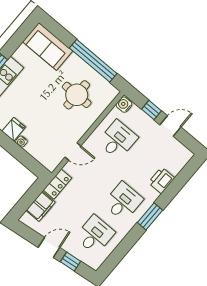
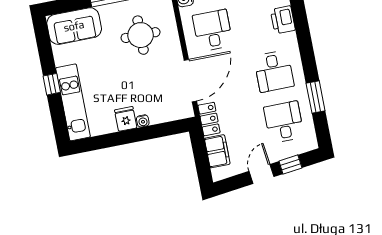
door: (73, 152) -> (190, 81), width x1.87
desk: (123, 202) -> (274, 71), turned 180
window: (150, 216) -> (316, 97), moved

